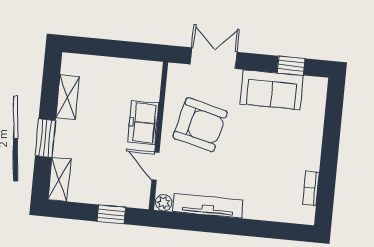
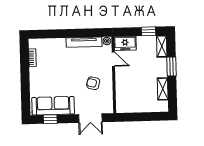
sofa: (272, 90) -> (53, 106), width x1.36
freezer: (143, 123) -> (125, 43), moved, turned 90
armchair: (200, 125) -> (93, 83), width x0.53, depth x0.53
window: (111, 214) -> (148, 31), moved

